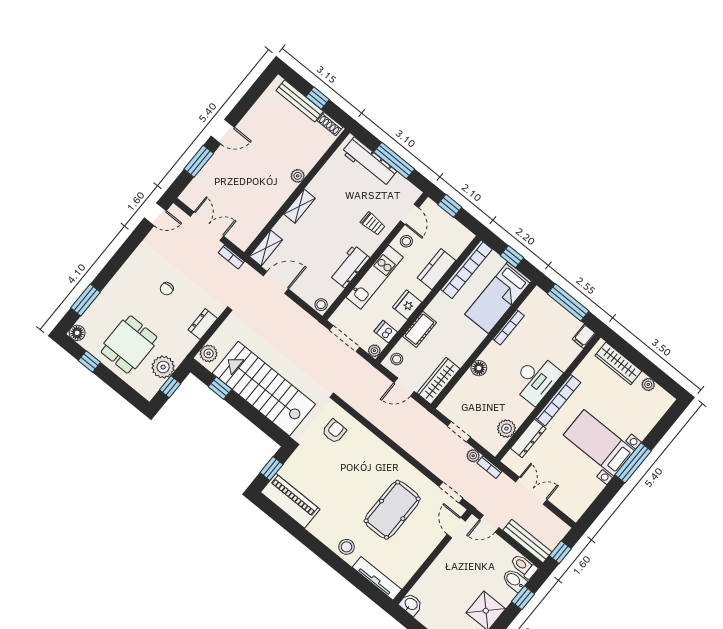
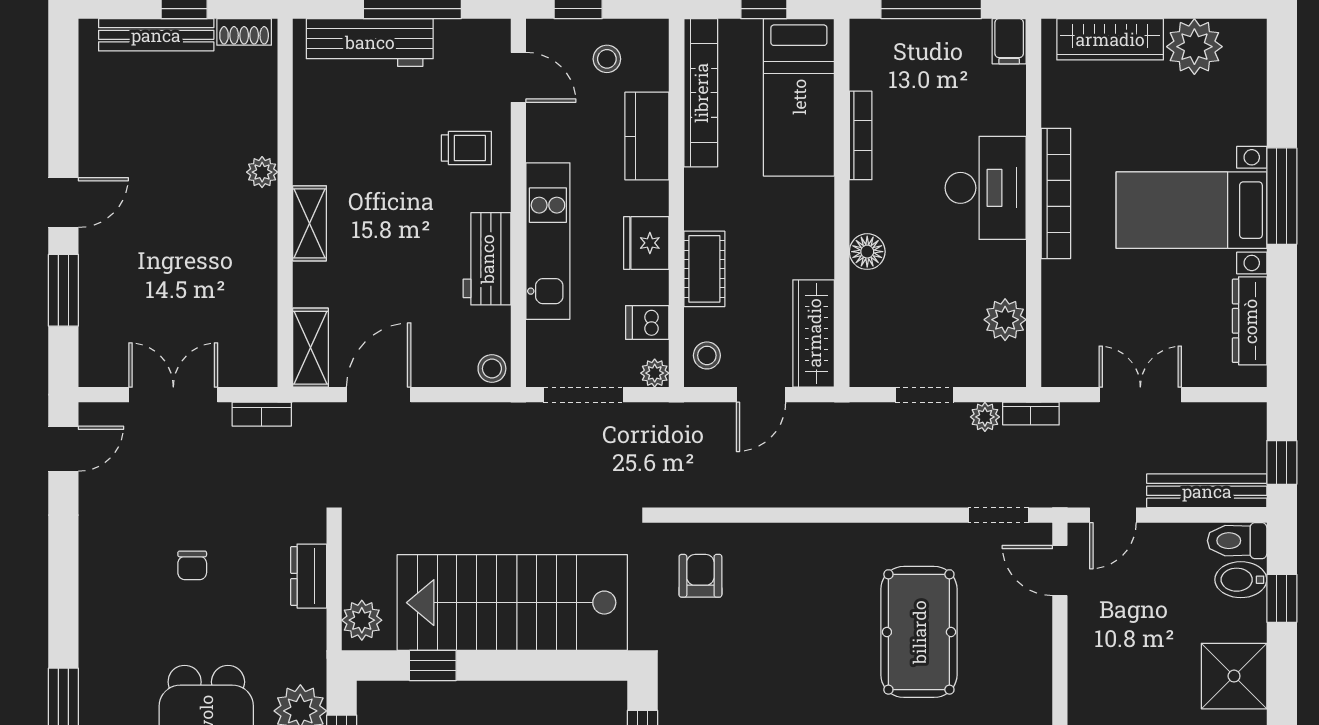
stool: (406, 241) -> (607, 59), moved
plant: (648, 384) -> (1194, 47), width x1.87, depth x1.87
dresser: (528, 438) -> (1250, 321), moved, turned 180

